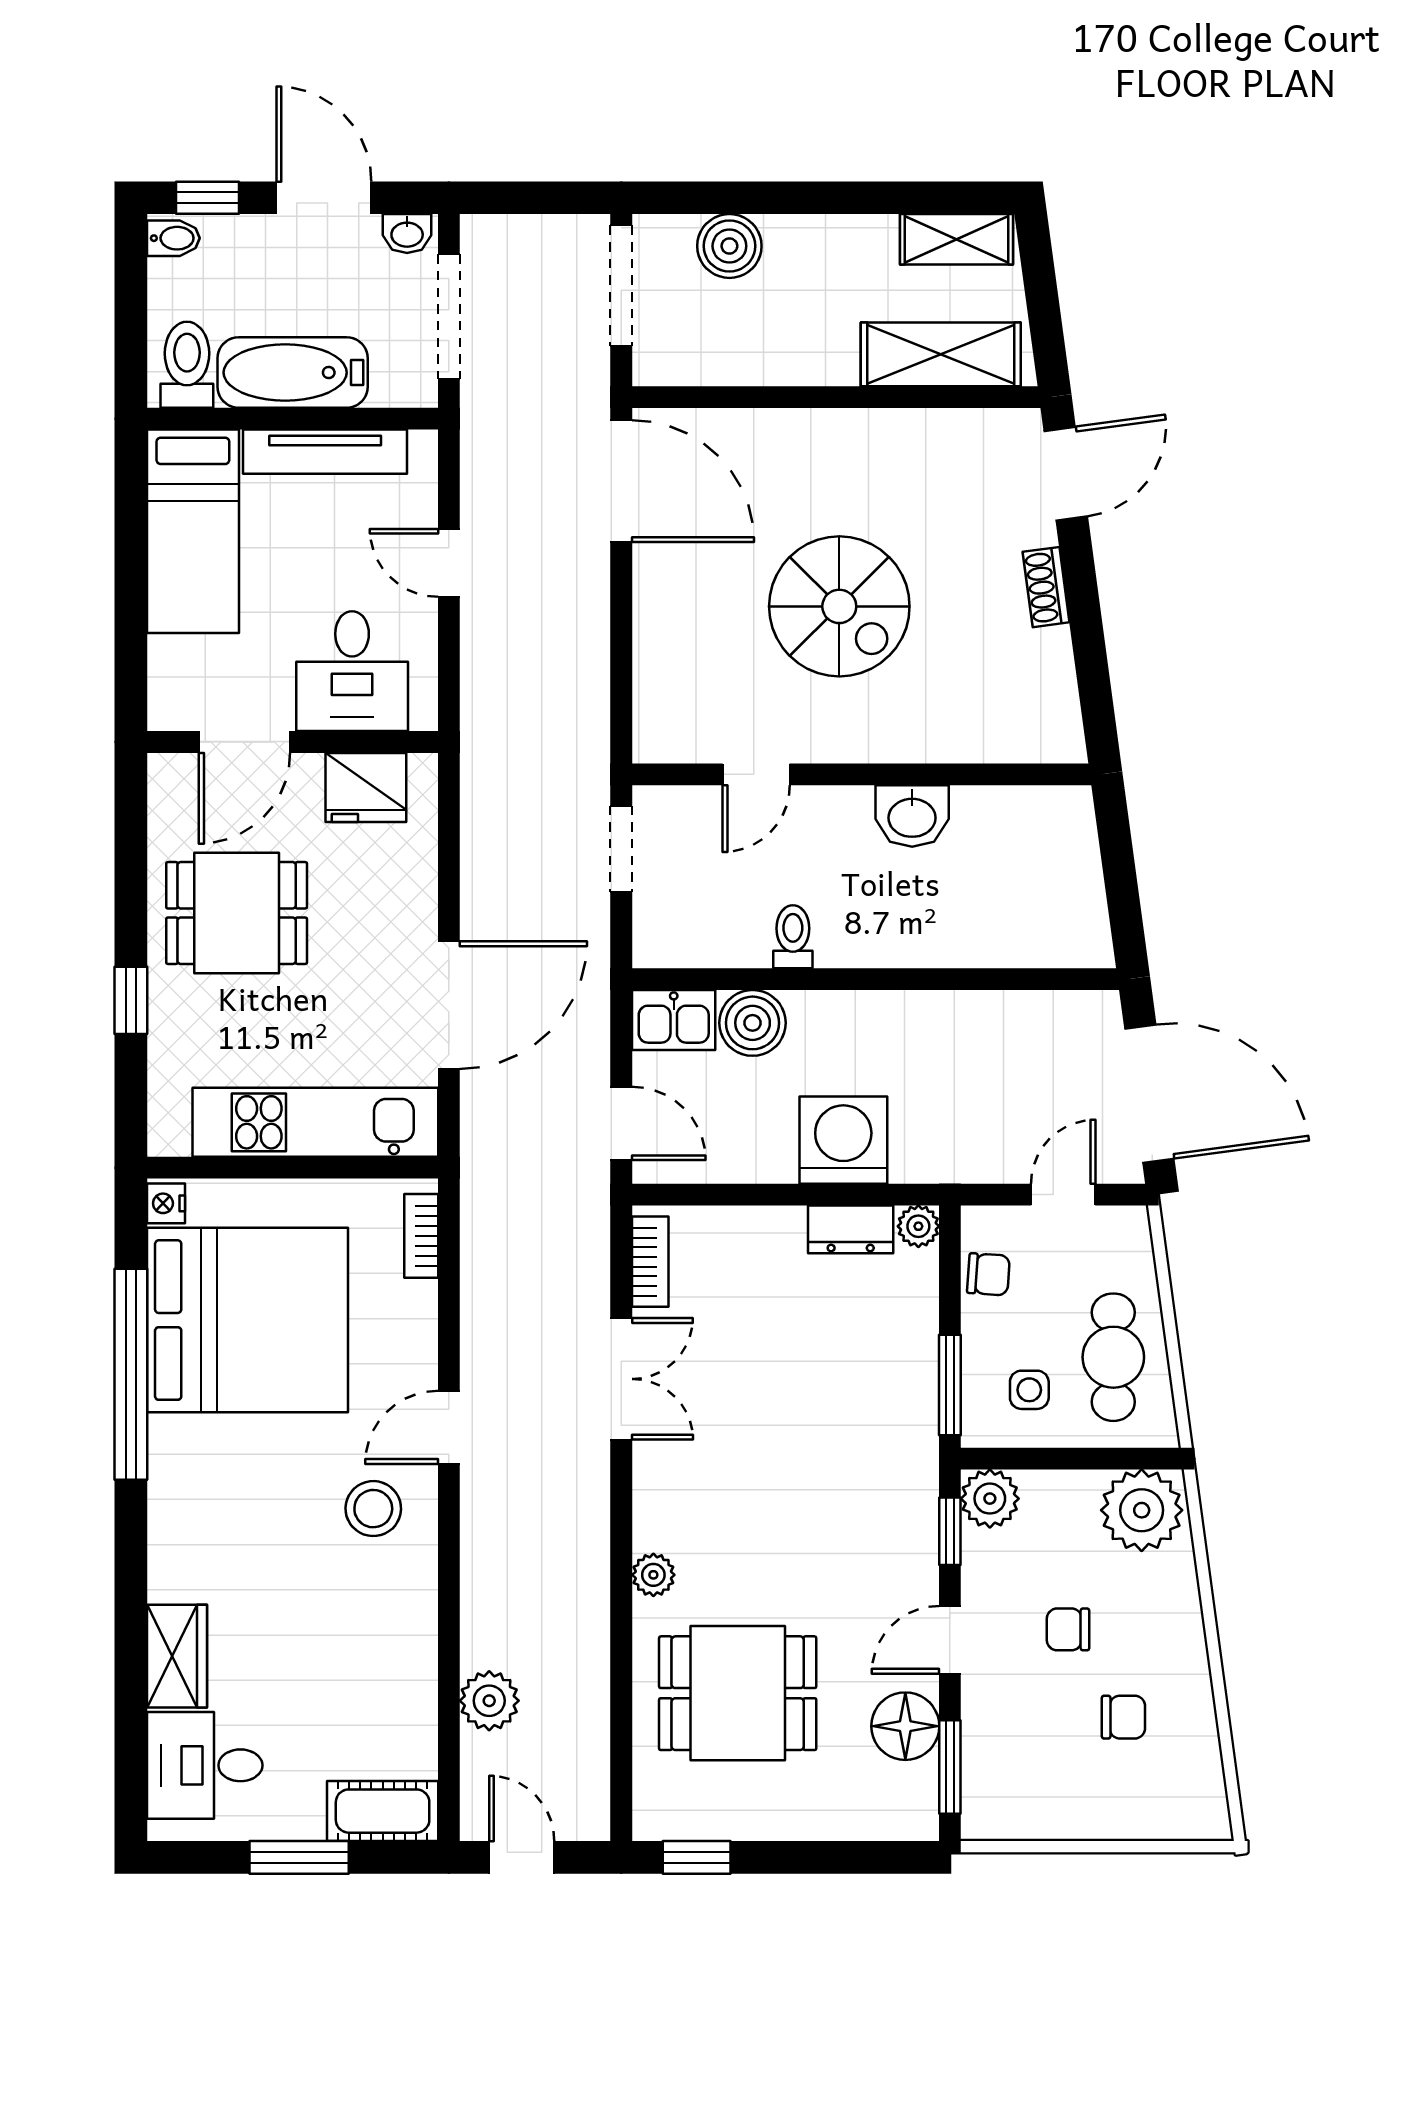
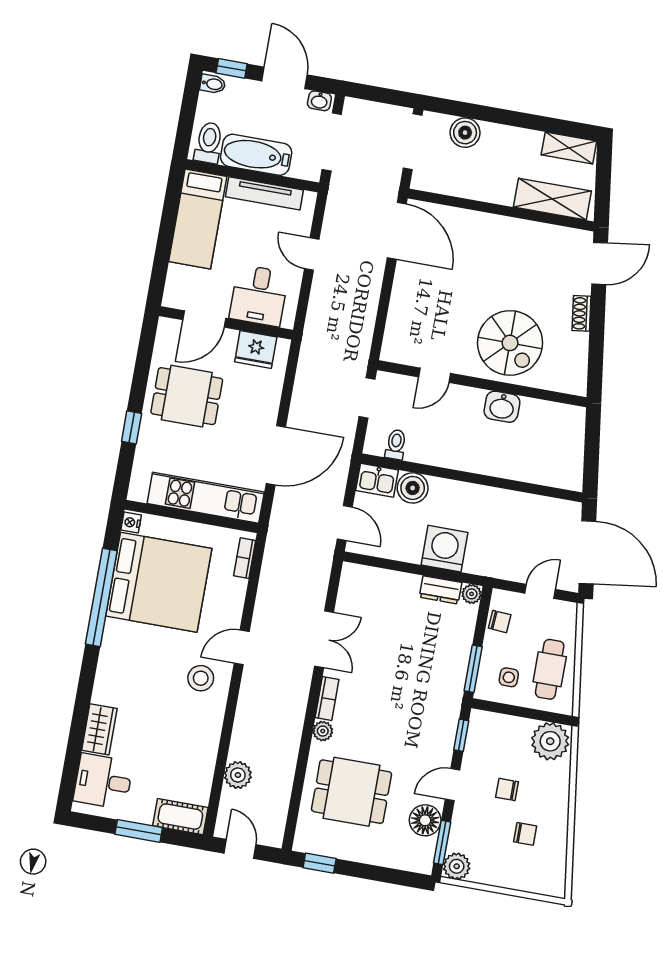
spiral stairs: (839, 606) -> (510, 343), moved
toilet: (793, 937) -> (396, 444), moved
bookcase: (650, 1262) -> (327, 699), moved
plant: (990, 1499) -> (457, 866), moved

